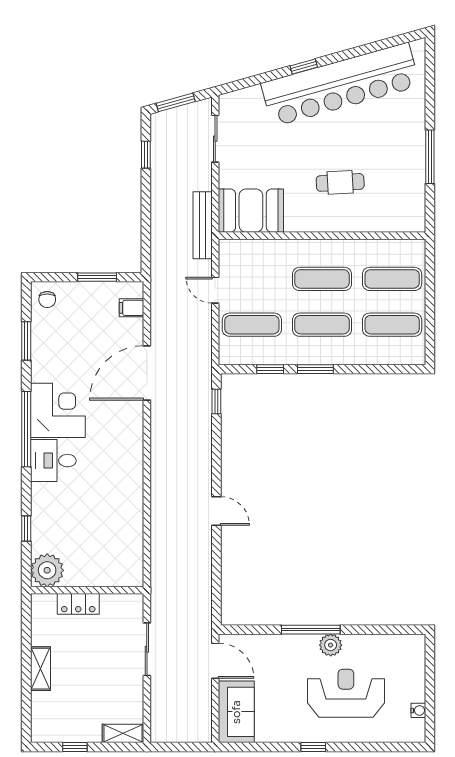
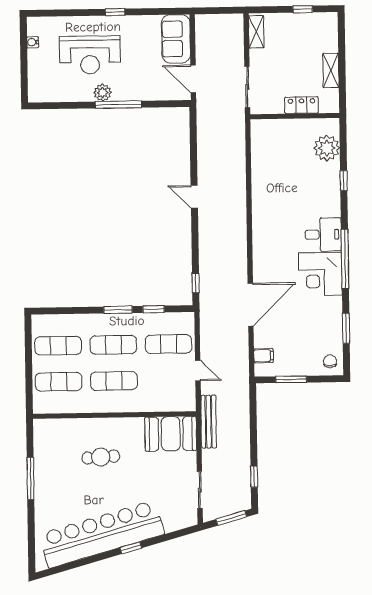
wall: (87, 590) -> (295, 116), moved
locker: (78, 604) -> (302, 105), moved
shelving: (123, 733) -> (256, 32), moved, turned 90

